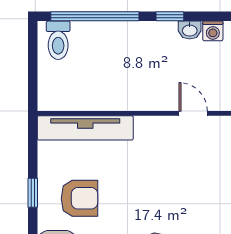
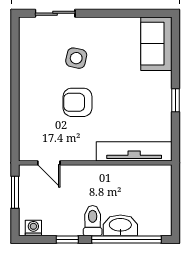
washbasin: (190, 30) -> (120, 225), moved, width x1.91, depth x1.45
toilet: (58, 40) -> (93, 221), moved
armchair: (79, 198) -> (78, 102), moved

